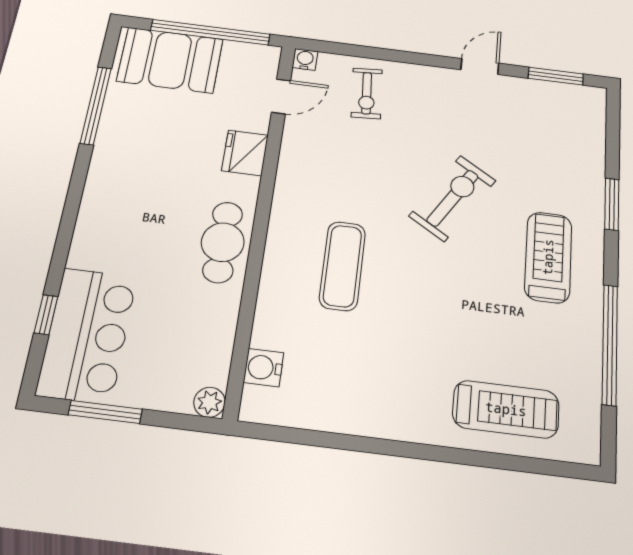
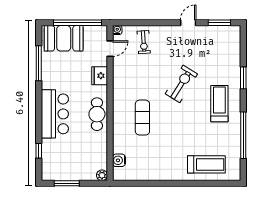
bar counter: (87, 335) -> (55, 114), moved

